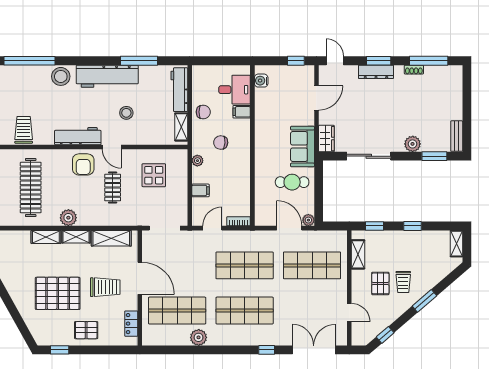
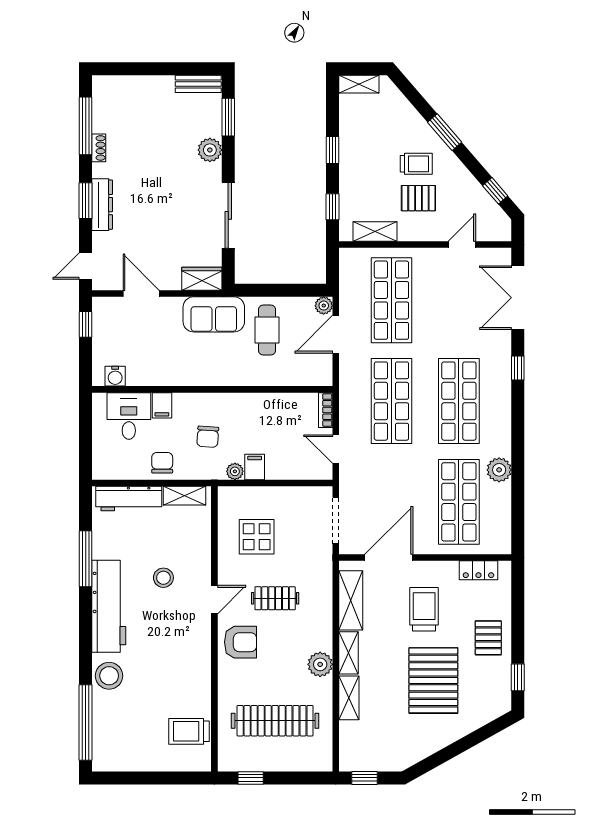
workbench: (78, 136) -> (198, 650), removed
filing cabinet: (200, 190) -> (255, 467), moved
door: (140, 278) -> (389, 558), moved

